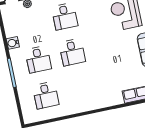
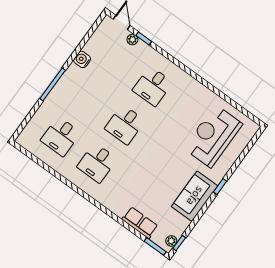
desk: (38, 59) -> (97, 163), moved

